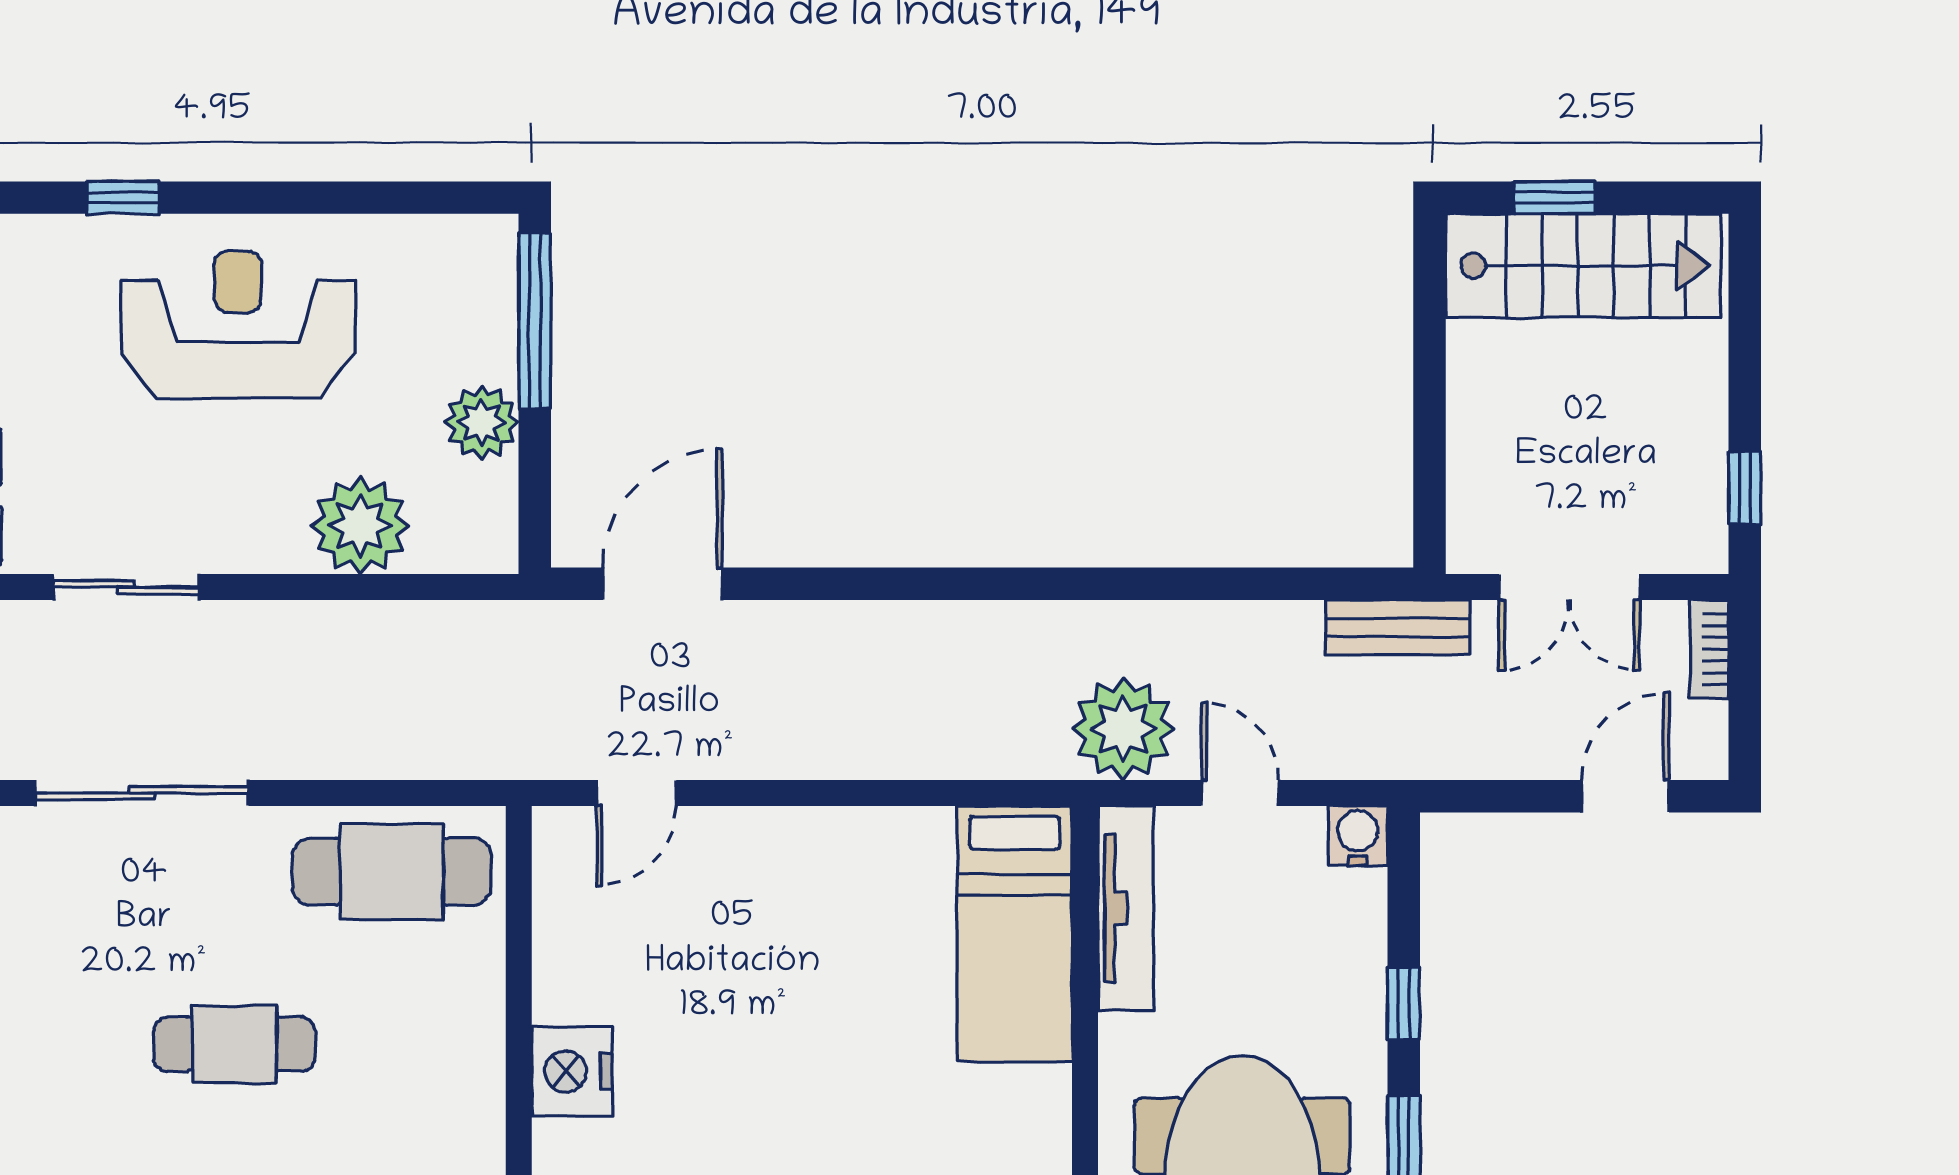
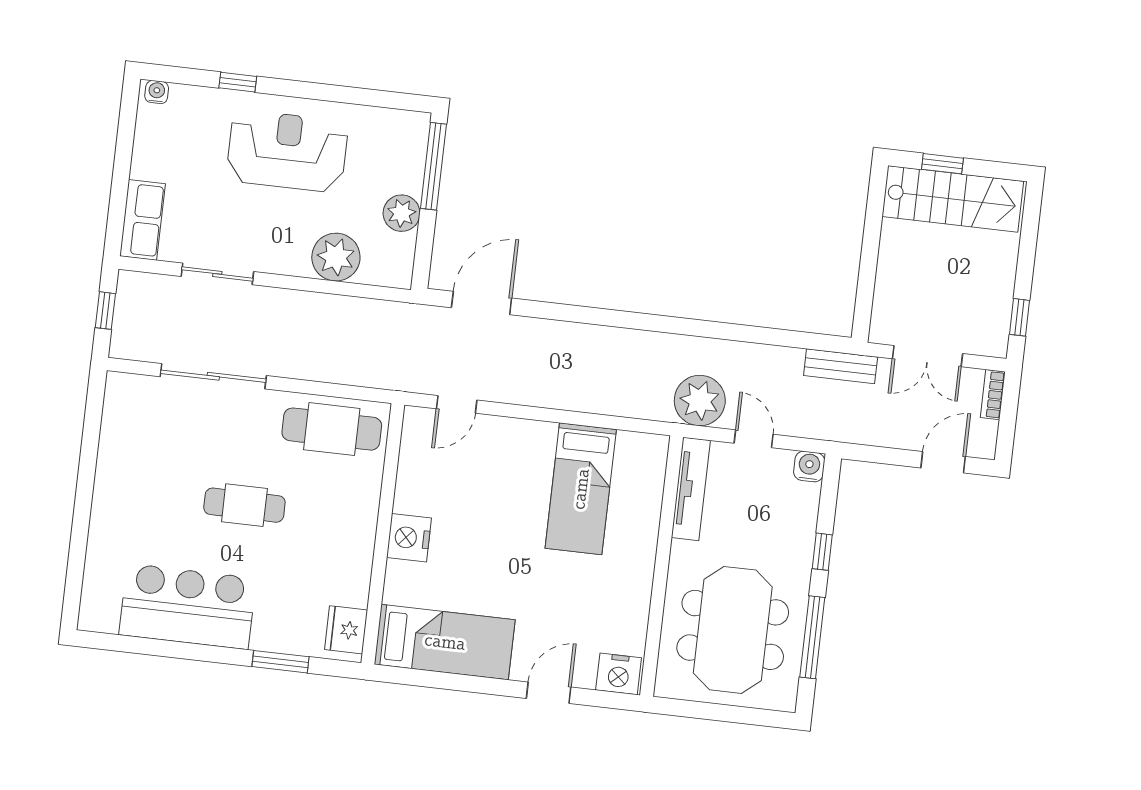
bed: (1015, 934) -> (581, 489), moved

